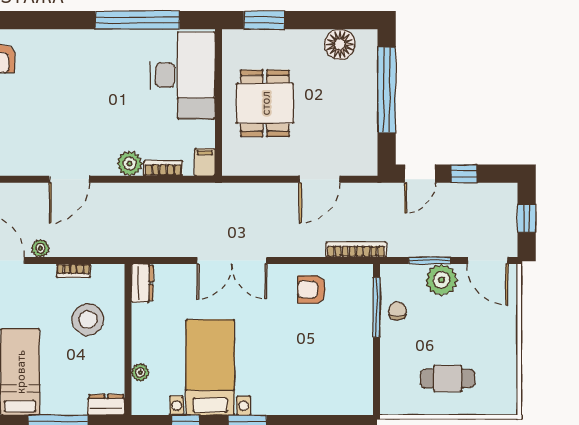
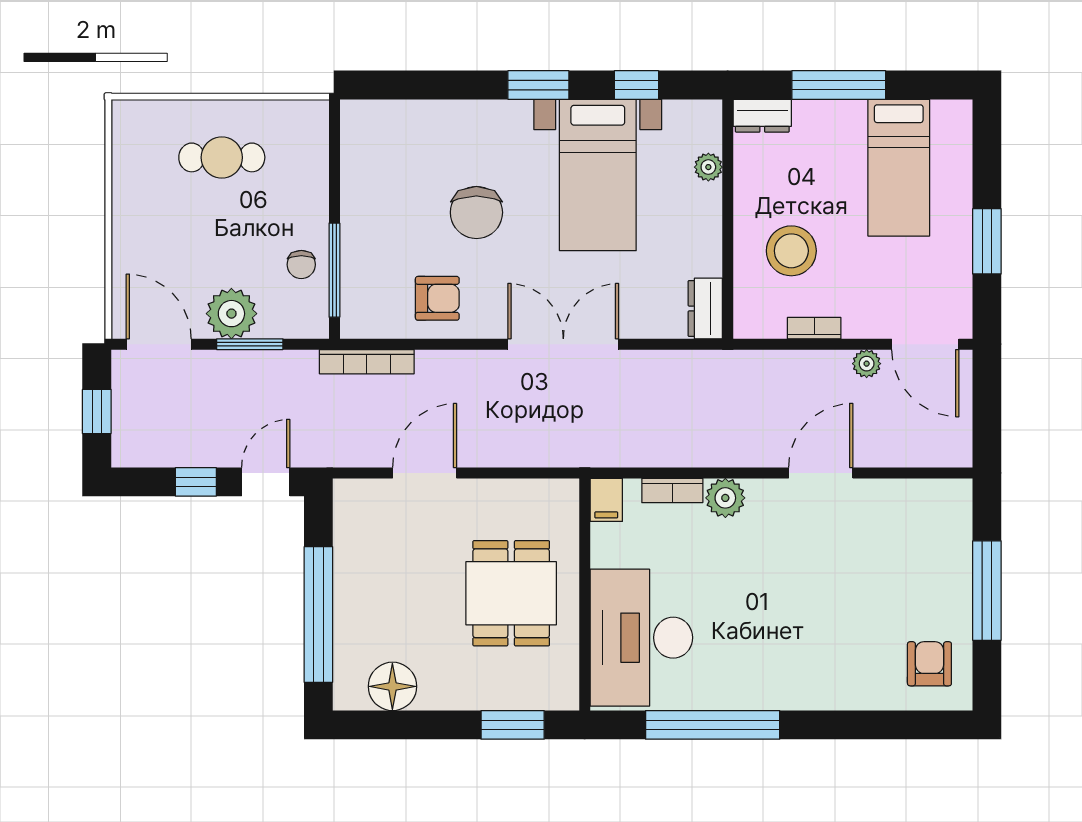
chair: (287, 344) -> (476, 212), added

